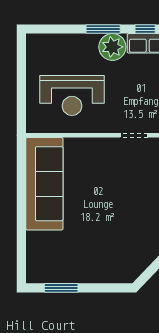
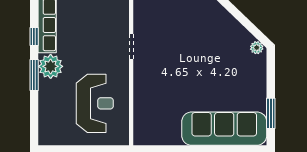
sofa: (44, 184) -> (224, 129), moved
plant: (133, 272) -> (257, 48), added

